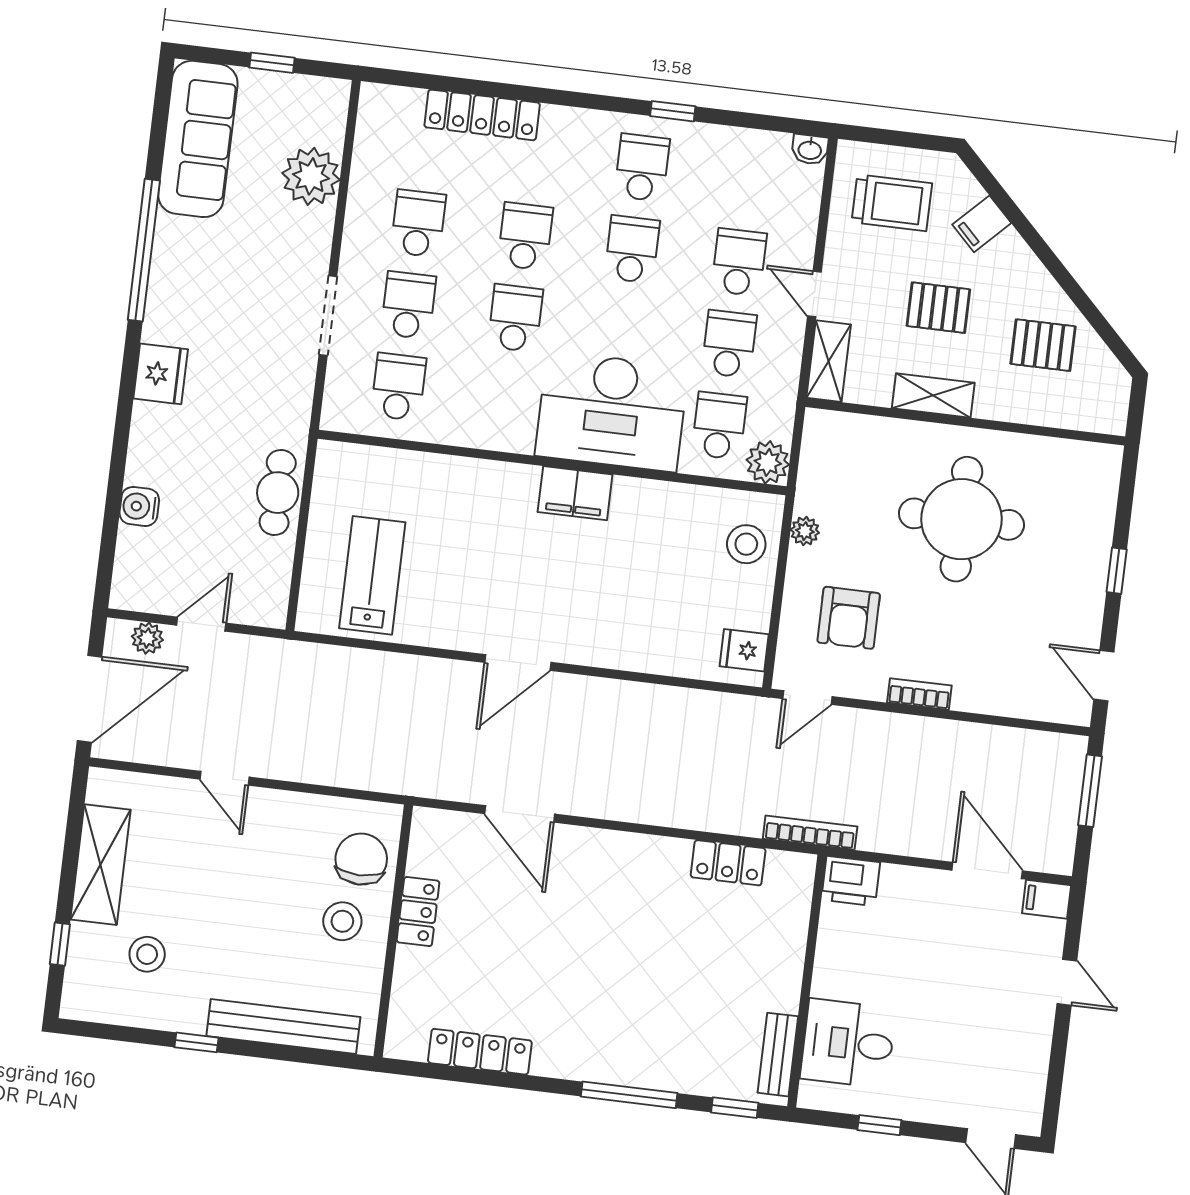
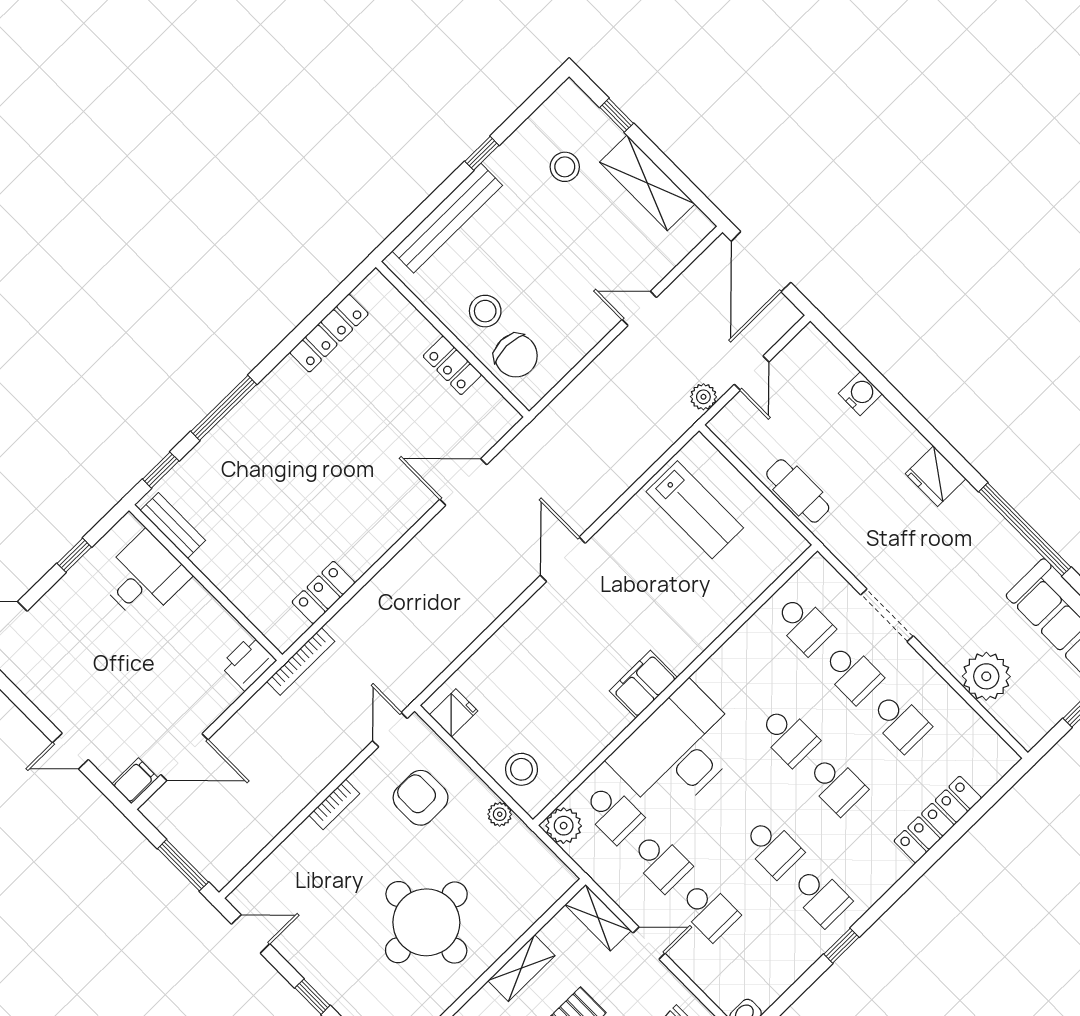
plant: (147, 638) -> (703, 397), moved

